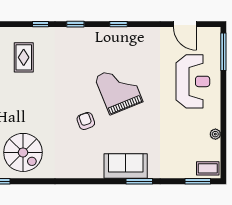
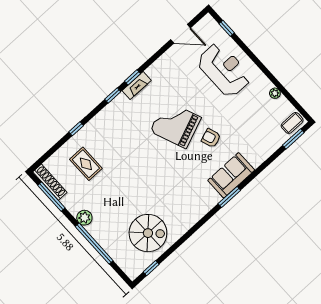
window: (75, 24) -> (113, 95), moved
fireplace: (116, 33) -> (137, 86), added
window: (223, 52) -> (227, 28), width x0.46
armchair: (86, 121) -> (211, 138), moved
window: (139, 181) -> (229, 197), moved

